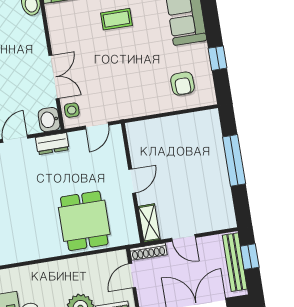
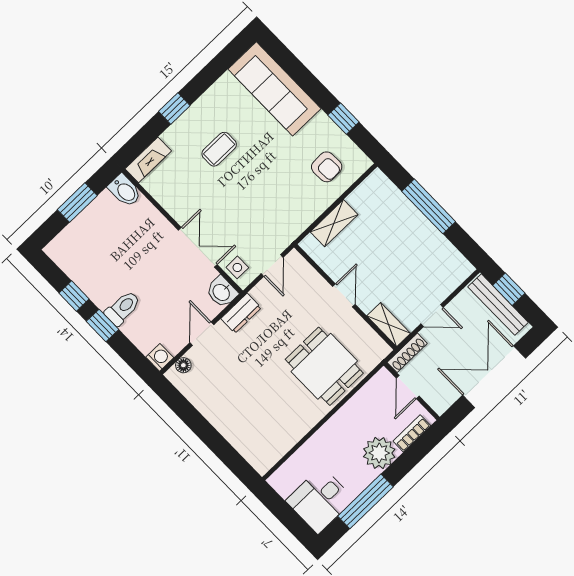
shelving: (160, 126) -> (334, 223), added

